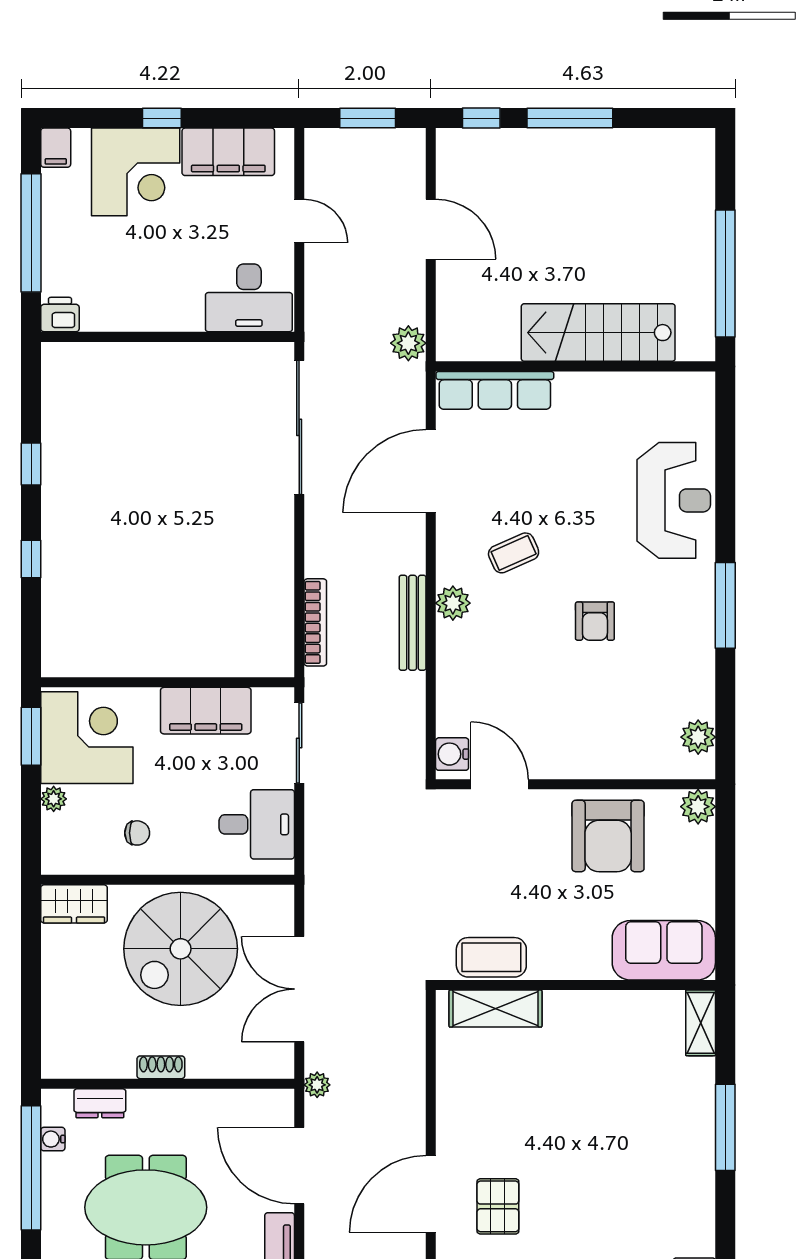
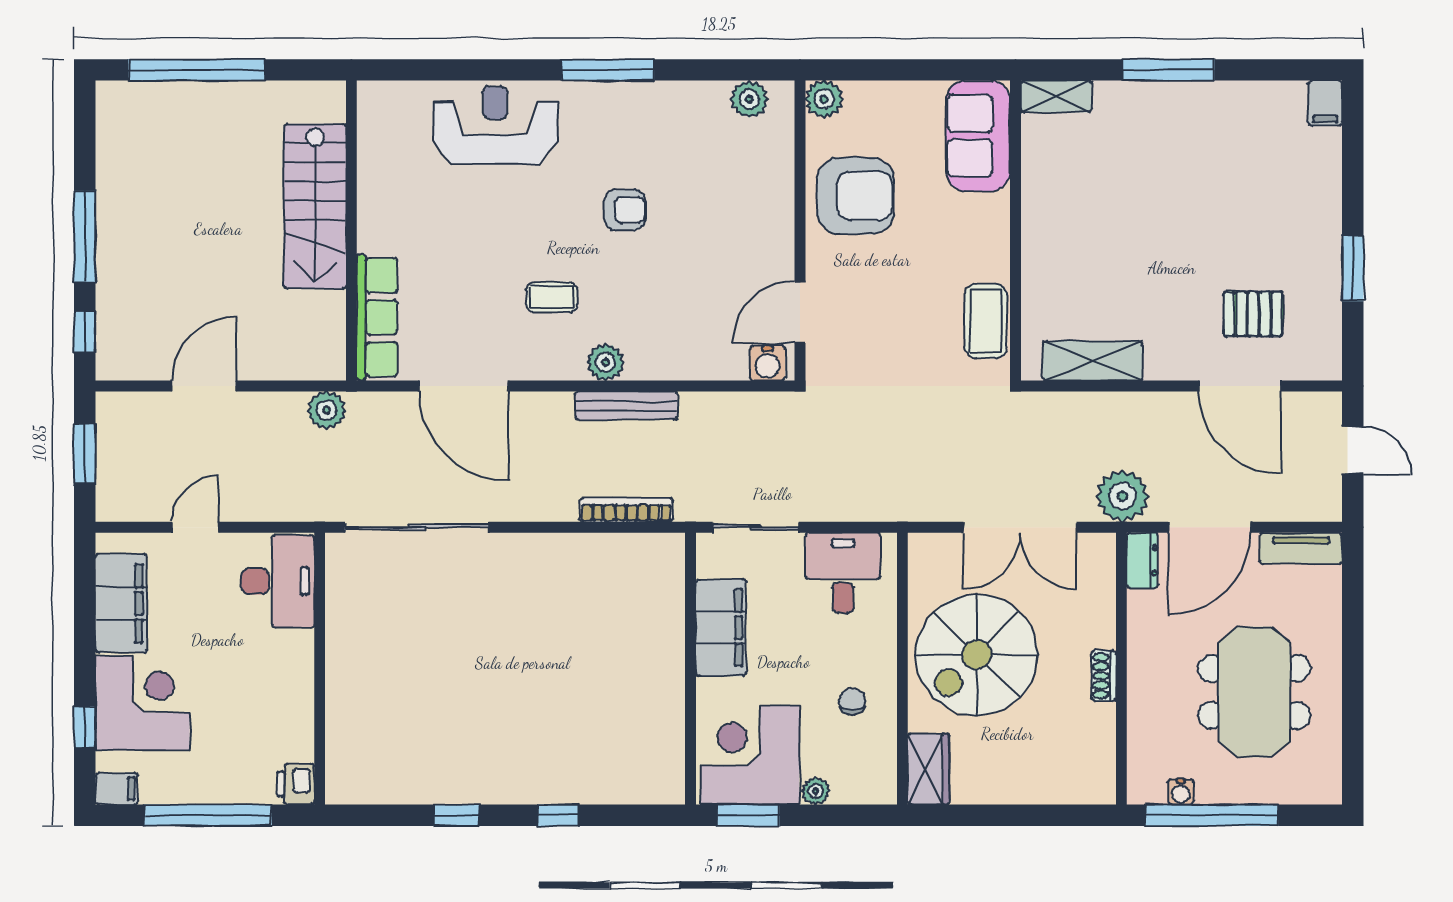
window: (162, 118) -> (85, 727), moved
window: (725, 273) -> (197, 70), moved
coffee table: (514, 553) -> (552, 297), turned -66
spiral stairs: (181, 949) -> (977, 655), turned 90
shelving: (496, 1009) -> (1093, 361), moved, turned 90
plant: (317, 1085) -> (1123, 496), width x1.88, depth x1.88
dresser: (100, 1103) -> (1142, 560), moved

